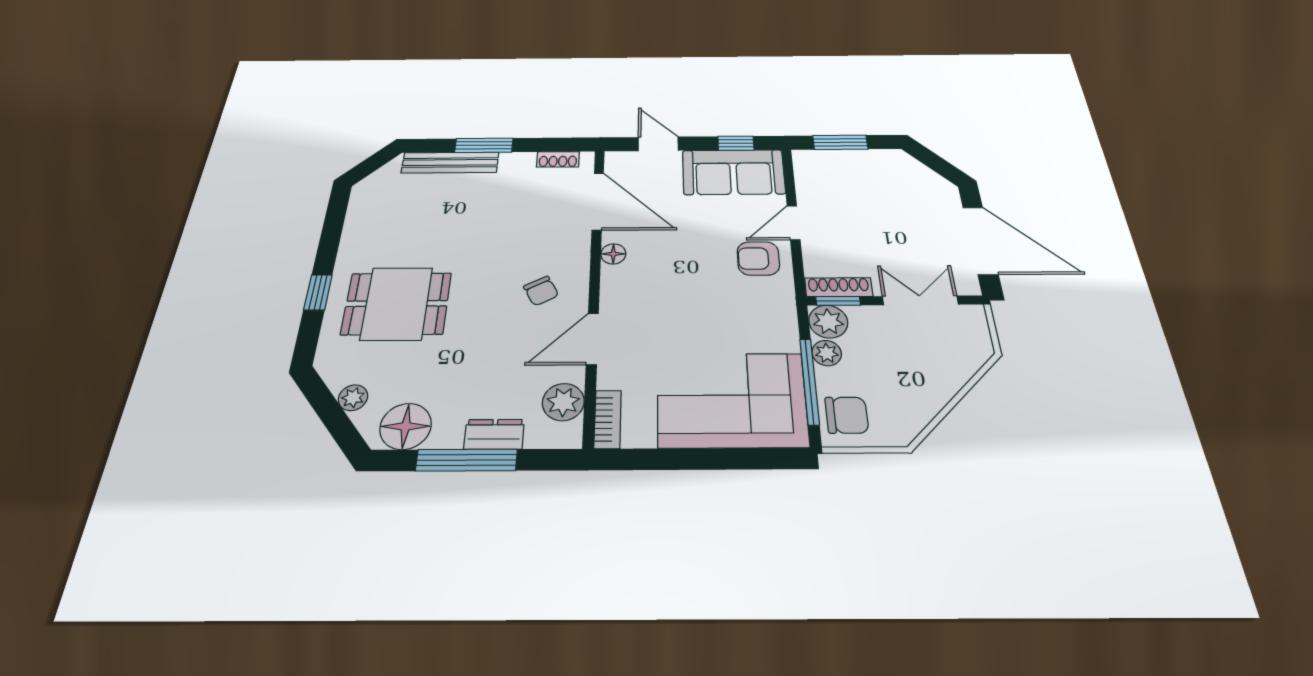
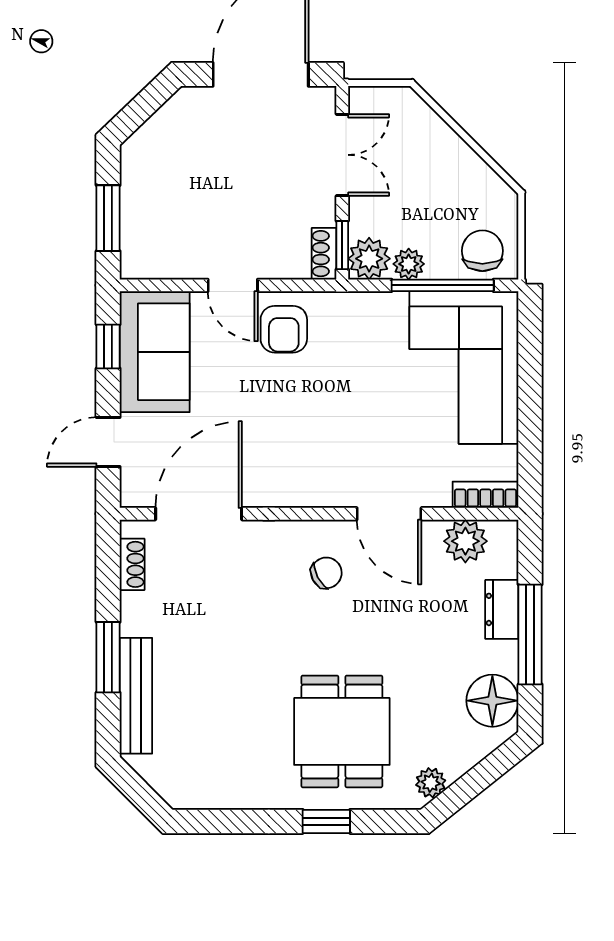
floor lamp: (613, 254) -> (276, 494), removed
shoe rack: (839, 287) -> (324, 254), width x0.70
double door: (920, 300) -> (342, 155), swing flipped
plant: (353, 398) -> (431, 783), moved

